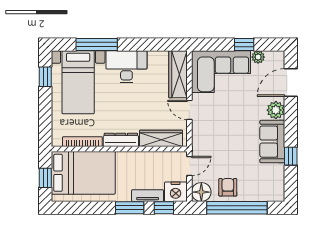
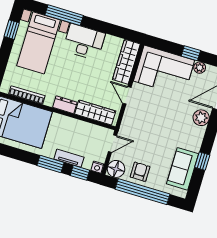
dresser: (121, 140) -> (65, 105), width x0.70
sofa: (272, 142) -> (183, 169), moved
nightstand: (176, 192) -> (97, 167), width x0.53, depth x0.56

